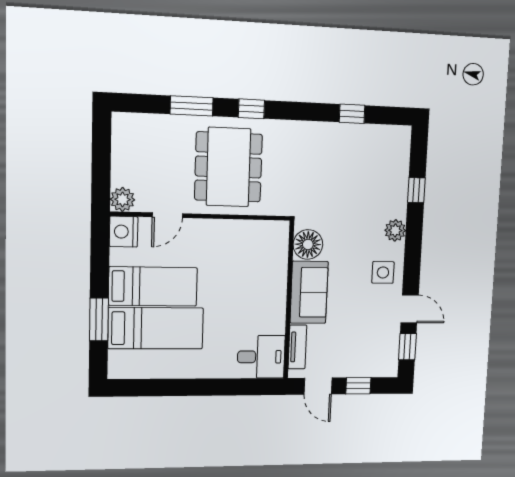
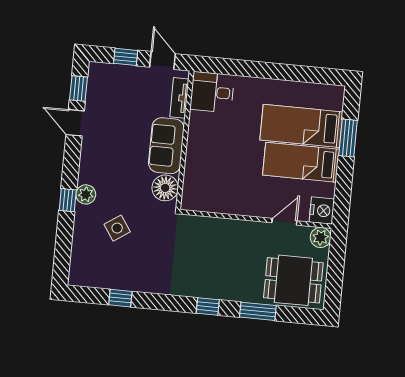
dining table: (228, 167) -> (293, 280), moved, width x0.73
window: (416, 190) -> (68, 200), moved
side table: (383, 272) -> (117, 228), moved, turned -34

